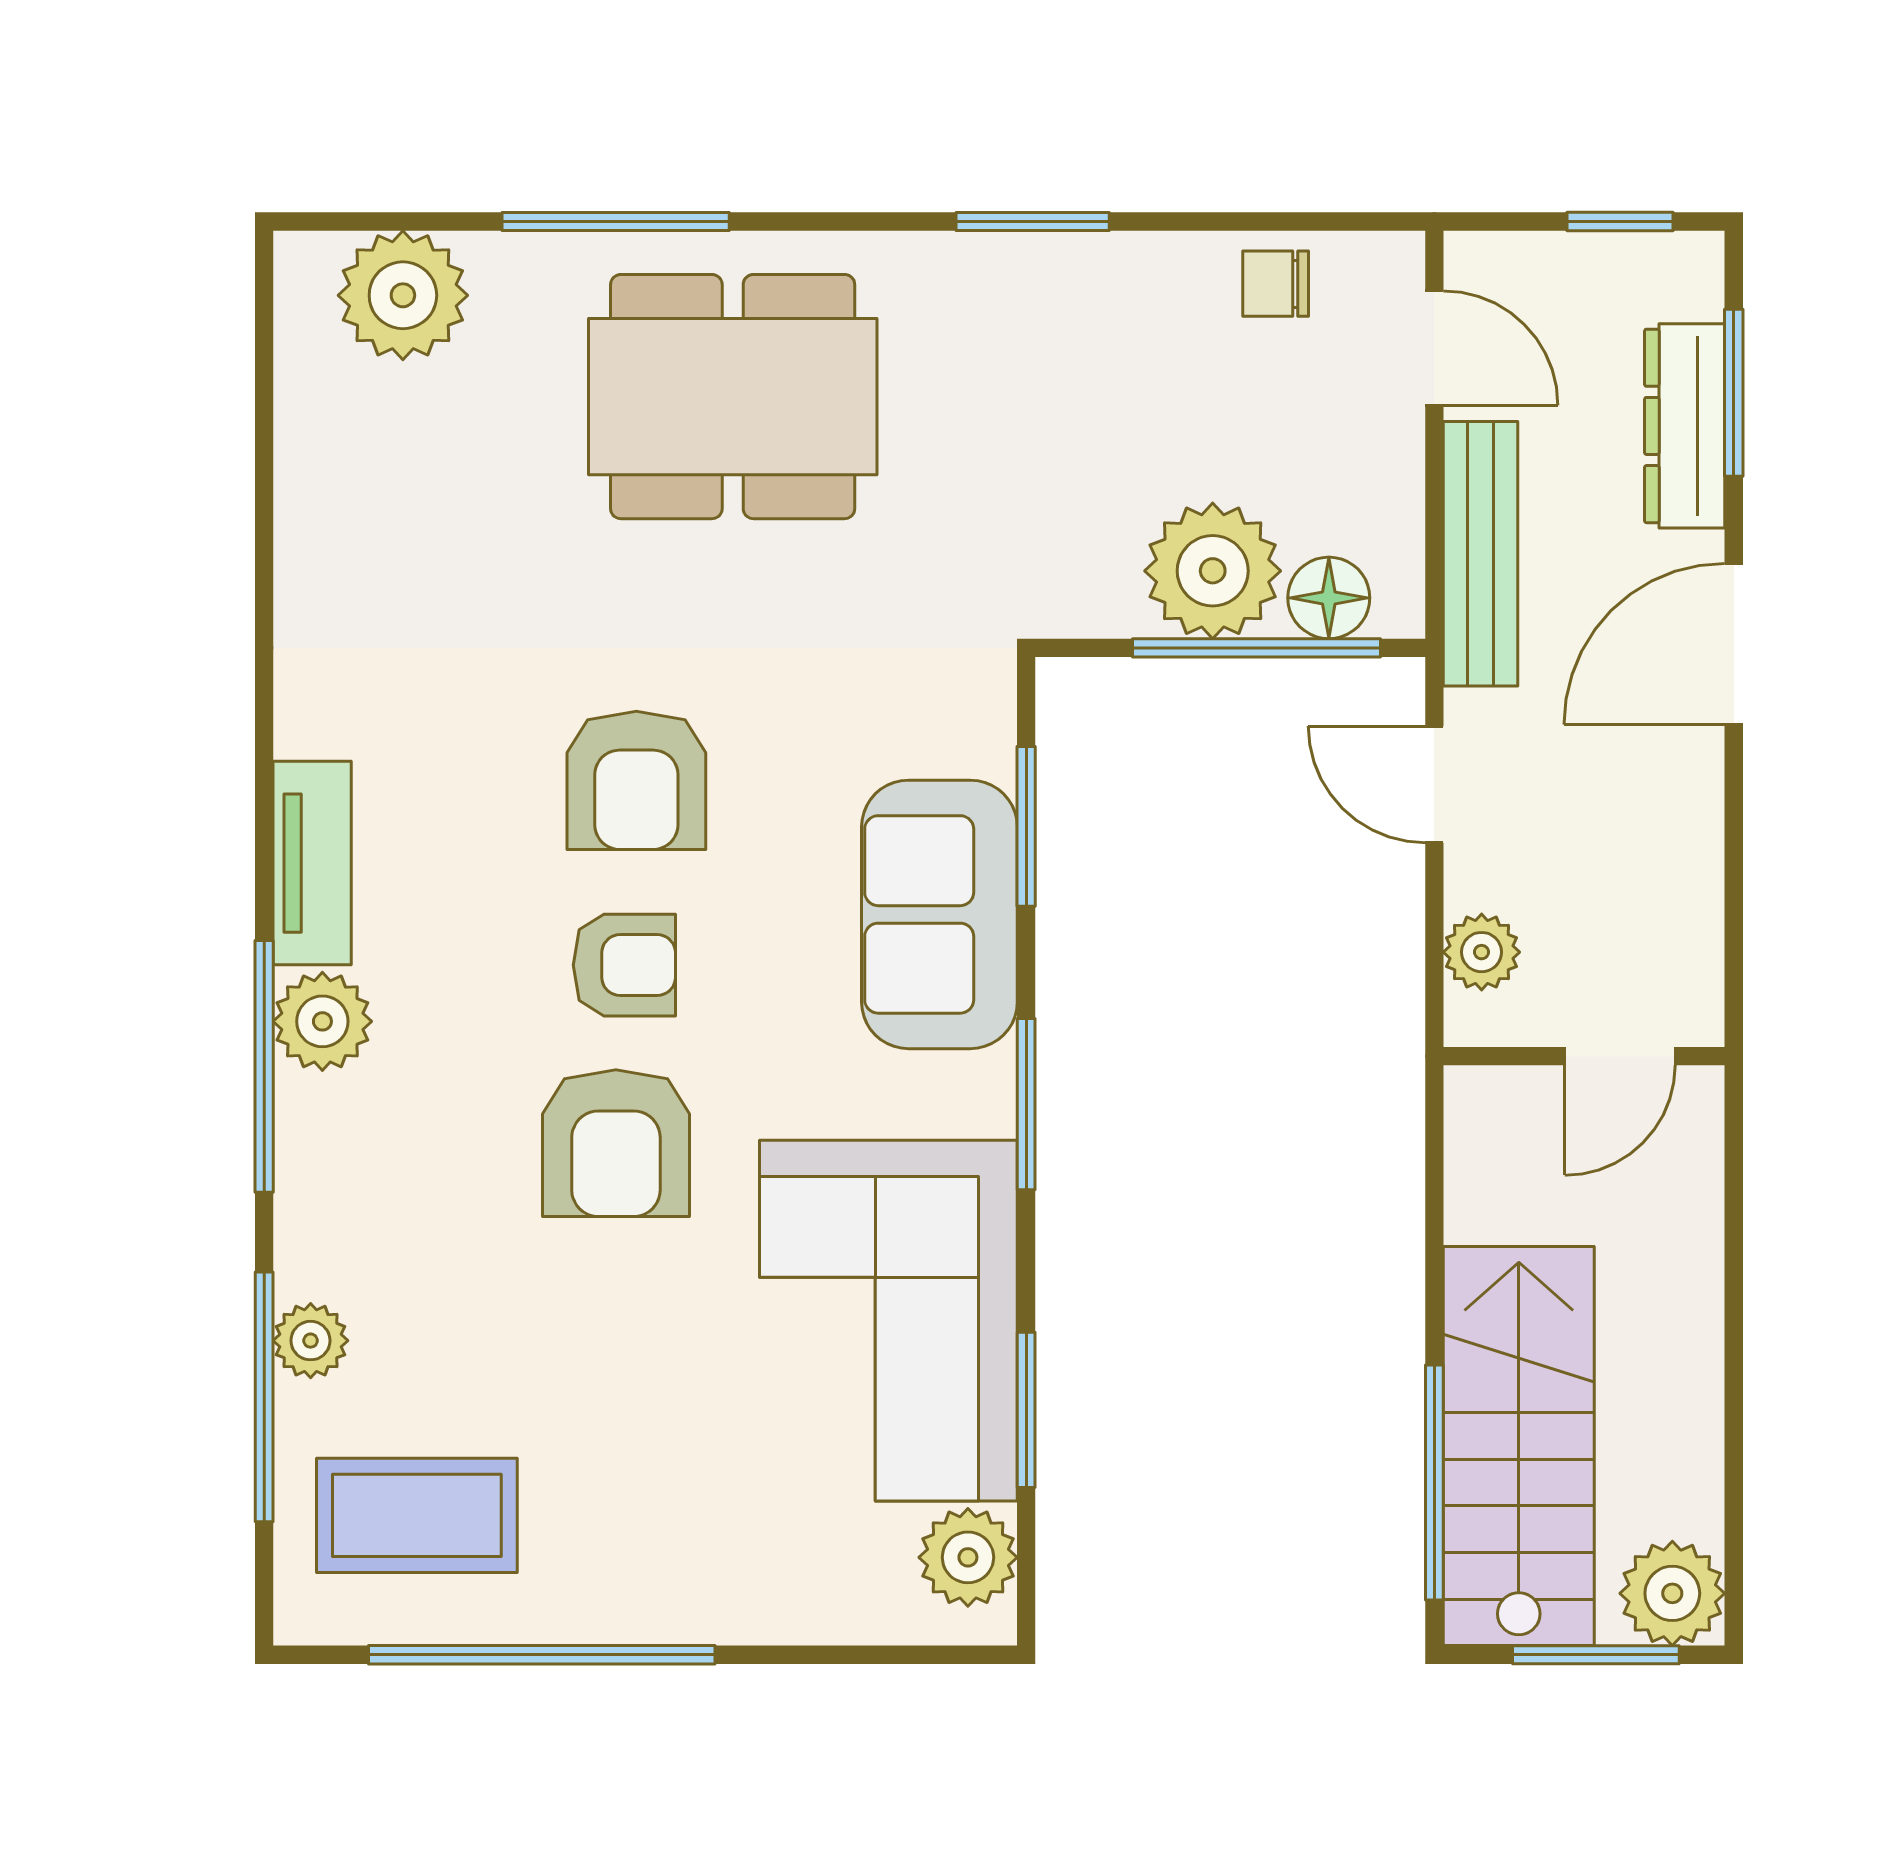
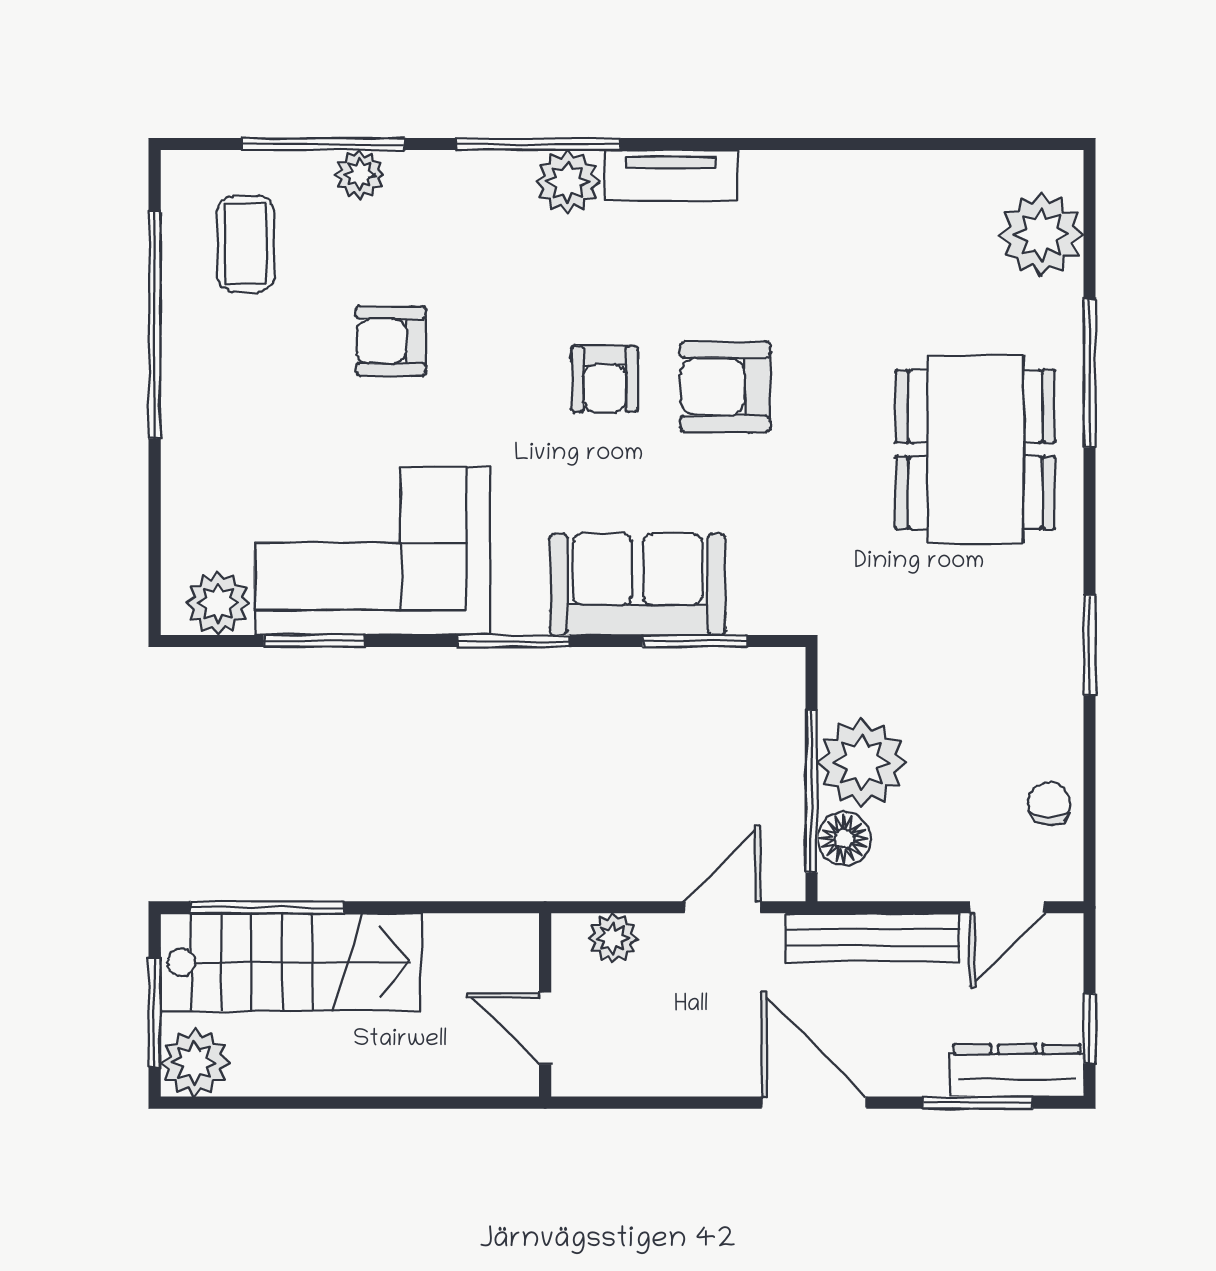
dresser: (1685, 426) -> (1017, 1071), moved
armchair: (616, 1143) -> (391, 341), moved, width x0.72, depth x0.72
coffee table: (417, 1515) -> (246, 244), width x0.73, depth x0.77

